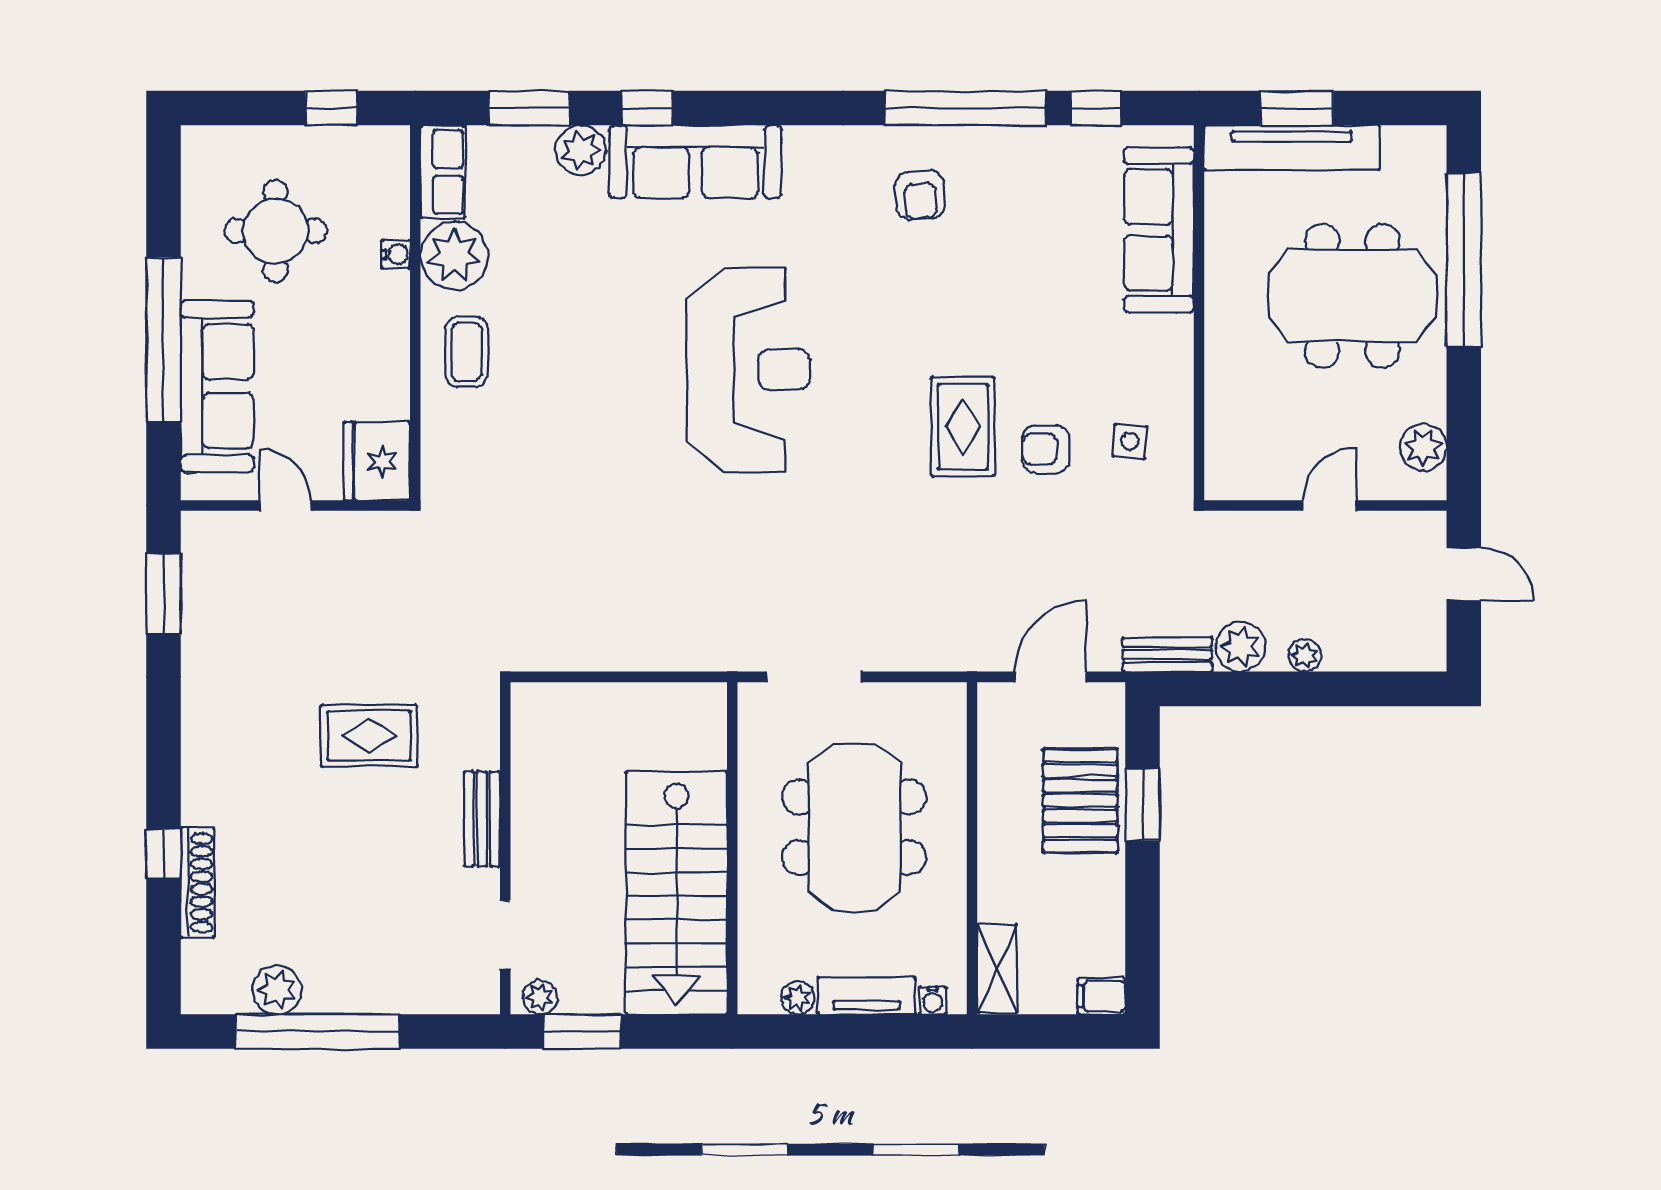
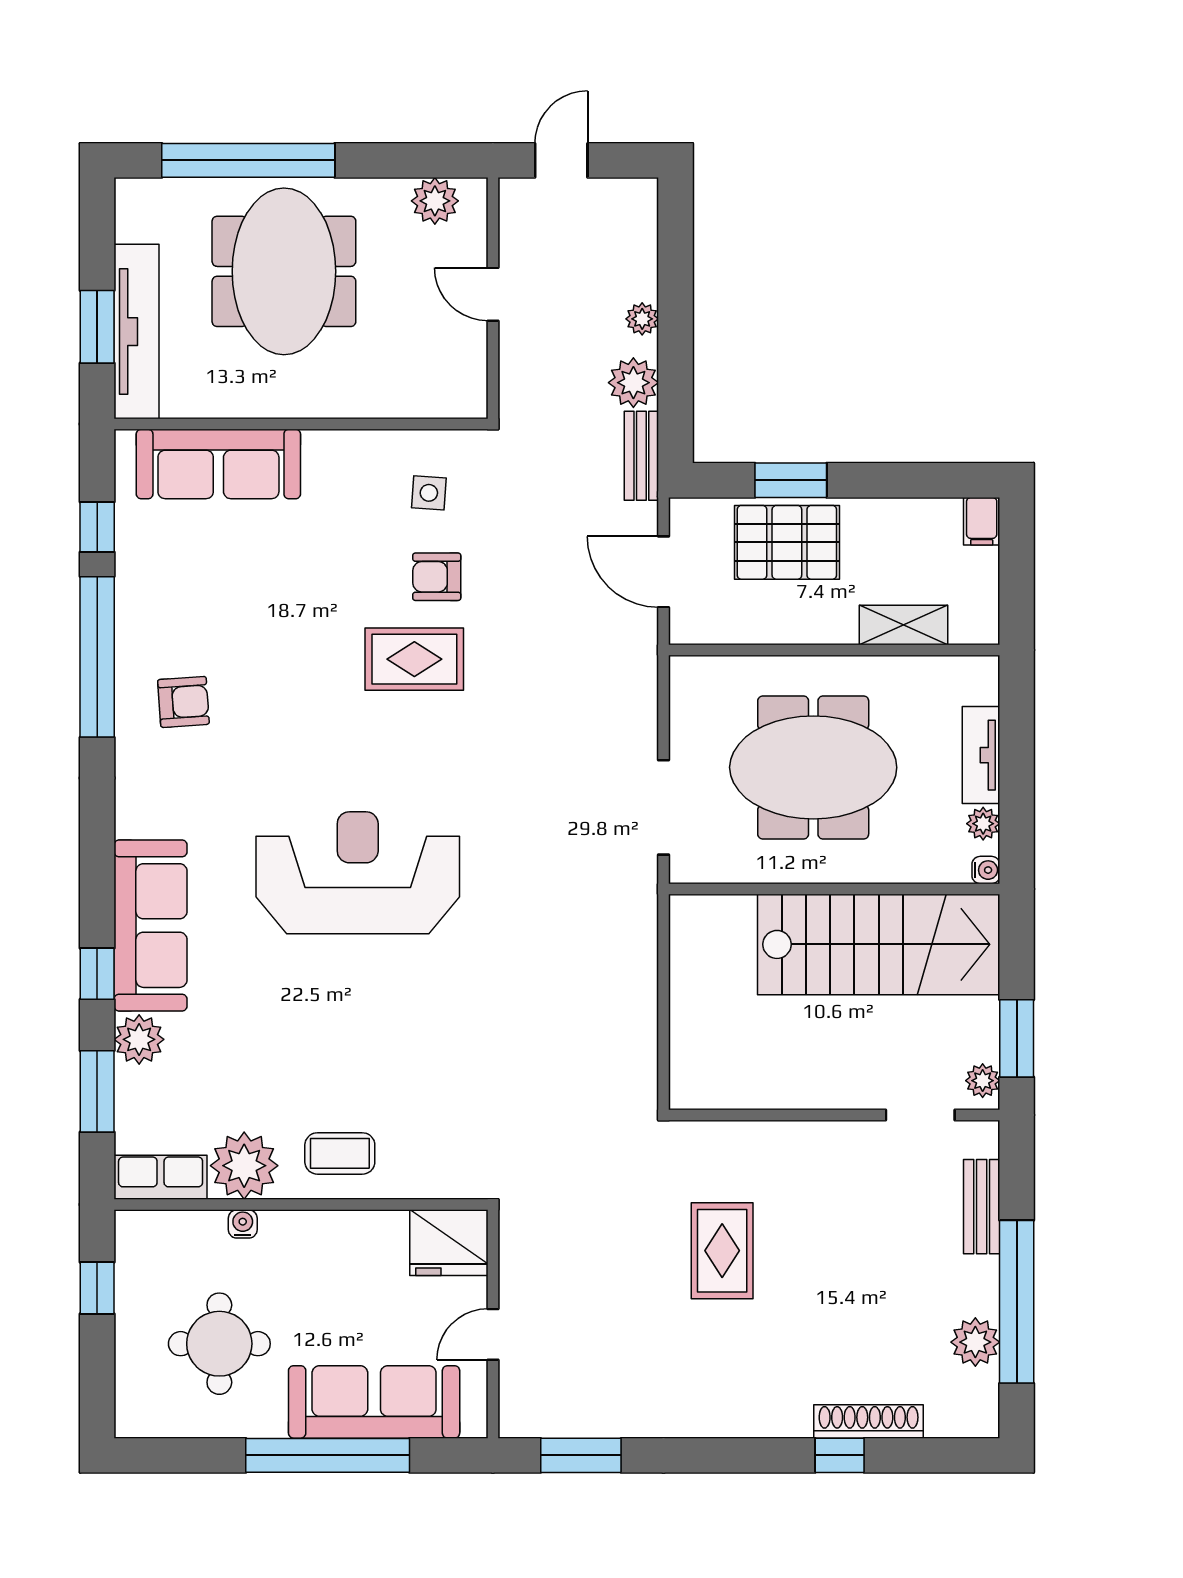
armchair: (1046, 449) -> (437, 577), turned 90
bench: (482, 819) -> (982, 1207), moved, turned 90
shelving: (997, 968) -> (903, 625), moved
water cooler: (933, 1001) -> (986, 870), moved

